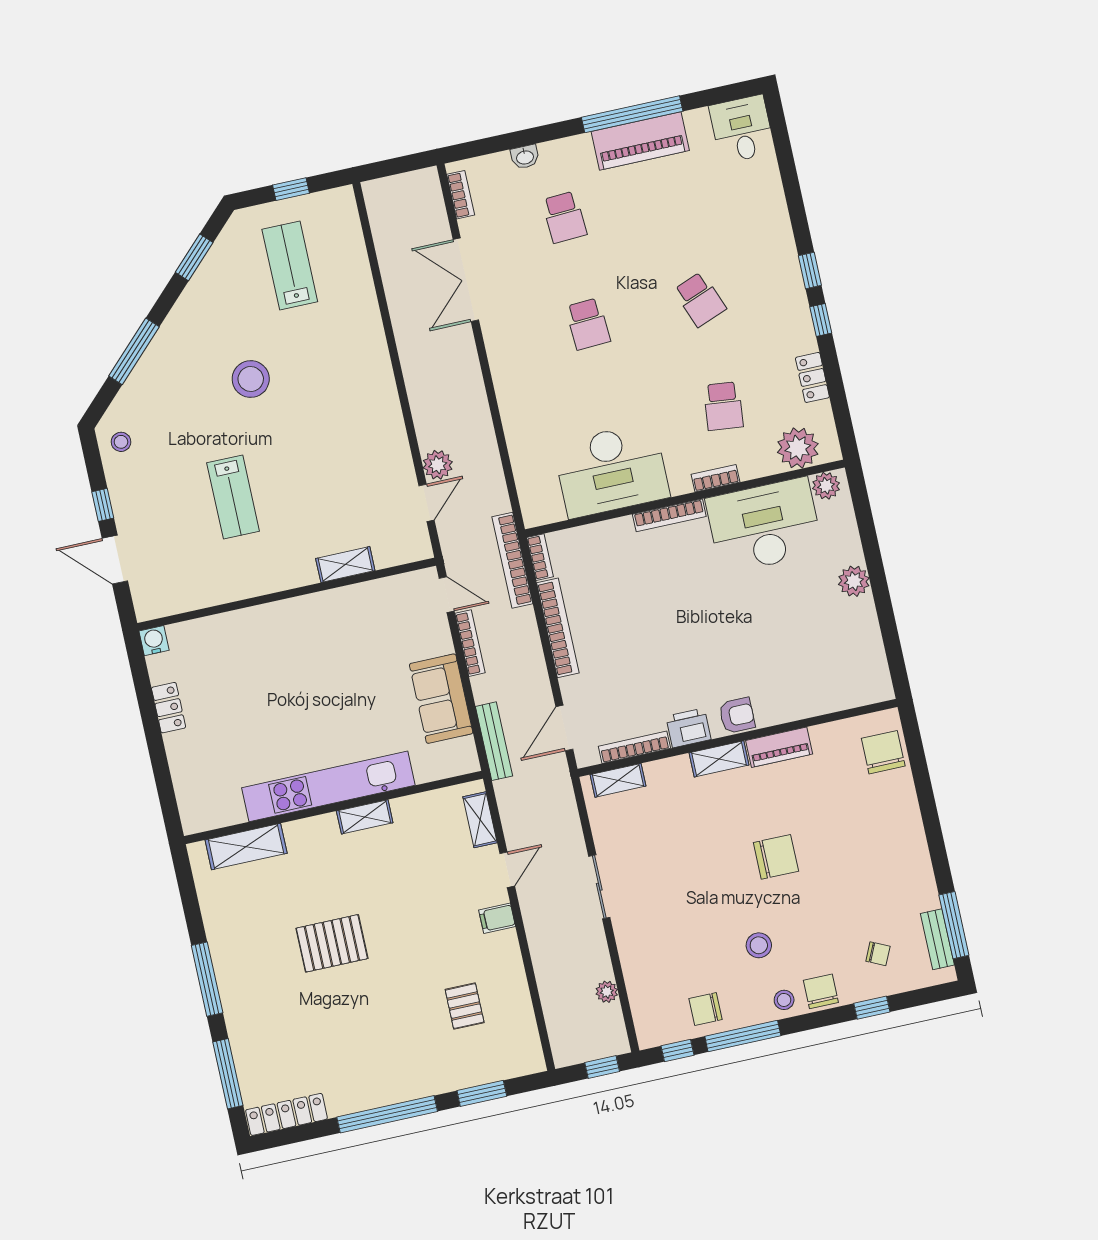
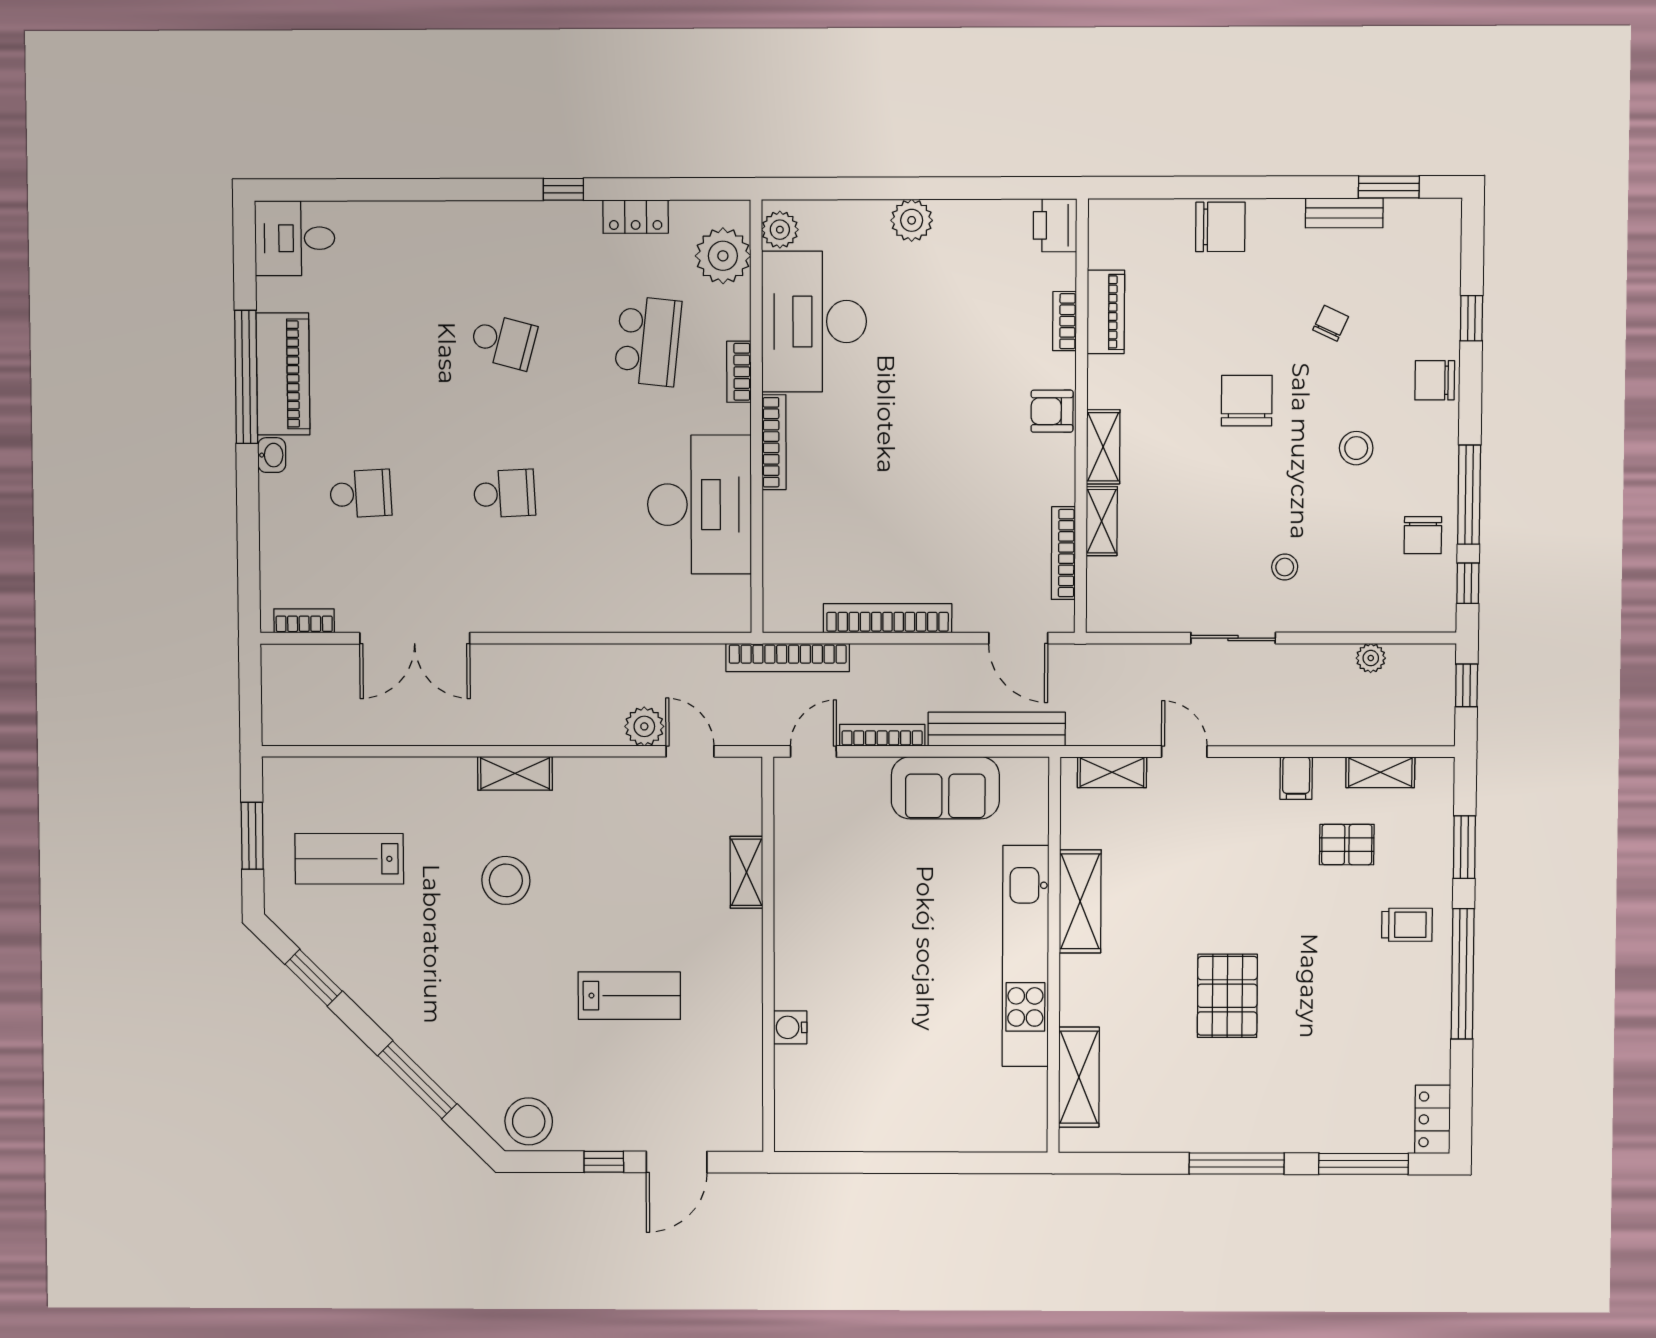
washbasin: (525, 157) -> (272, 455), moved
window: (291, 189) -> (252, 836), width x1.50
window: (810, 270) -> (496, 189), removed
school desk: (700, 299) -> (503, 341), turned 36
shelving: (381, 376) -> (515, 773), added
stool: (251, 379) -> (506, 880), moved
school desk: (723, 406) -> (648, 341), width x1.85
stool: (121, 442) -> (529, 1121), width x1.89, depth x1.89
bookcase: (540, 557) -> (1065, 321), moved, turned -90
water cooler: (154, 641) -> (790, 1027), moved
locker: (169, 708) -> (880, 1136), removed
armchair: (737, 715) -> (1052, 411), turned -90
printer: (688, 728) -> (1055, 225), moved
bench: (494, 741) -> (997, 729), width x1.37, depth x1.21
piano: (779, 747) -> (1106, 312), moved
chair: (883, 752) -> (1220, 227), moved, turned 180
shelving: (618, 780) -> (1102, 521), moved
shelving: (365, 817) -> (1080, 901), width x1.50, depth x1.33
filing cabinet: (497, 918) -> (1296, 778), moved
window: (954, 925) -> (1389, 187), width x0.69
bench: (937, 939) -> (1344, 213), moved
chair: (878, 954) -> (1331, 323), moved
stool: (784, 1000) -> (1285, 567), moved
shelving: (524, 1018) -> (1380, 772), added
trolley: (415, 1064) -> (1407, 925), added
locker: (287, 1114) -> (1433, 1119), width x0.66

